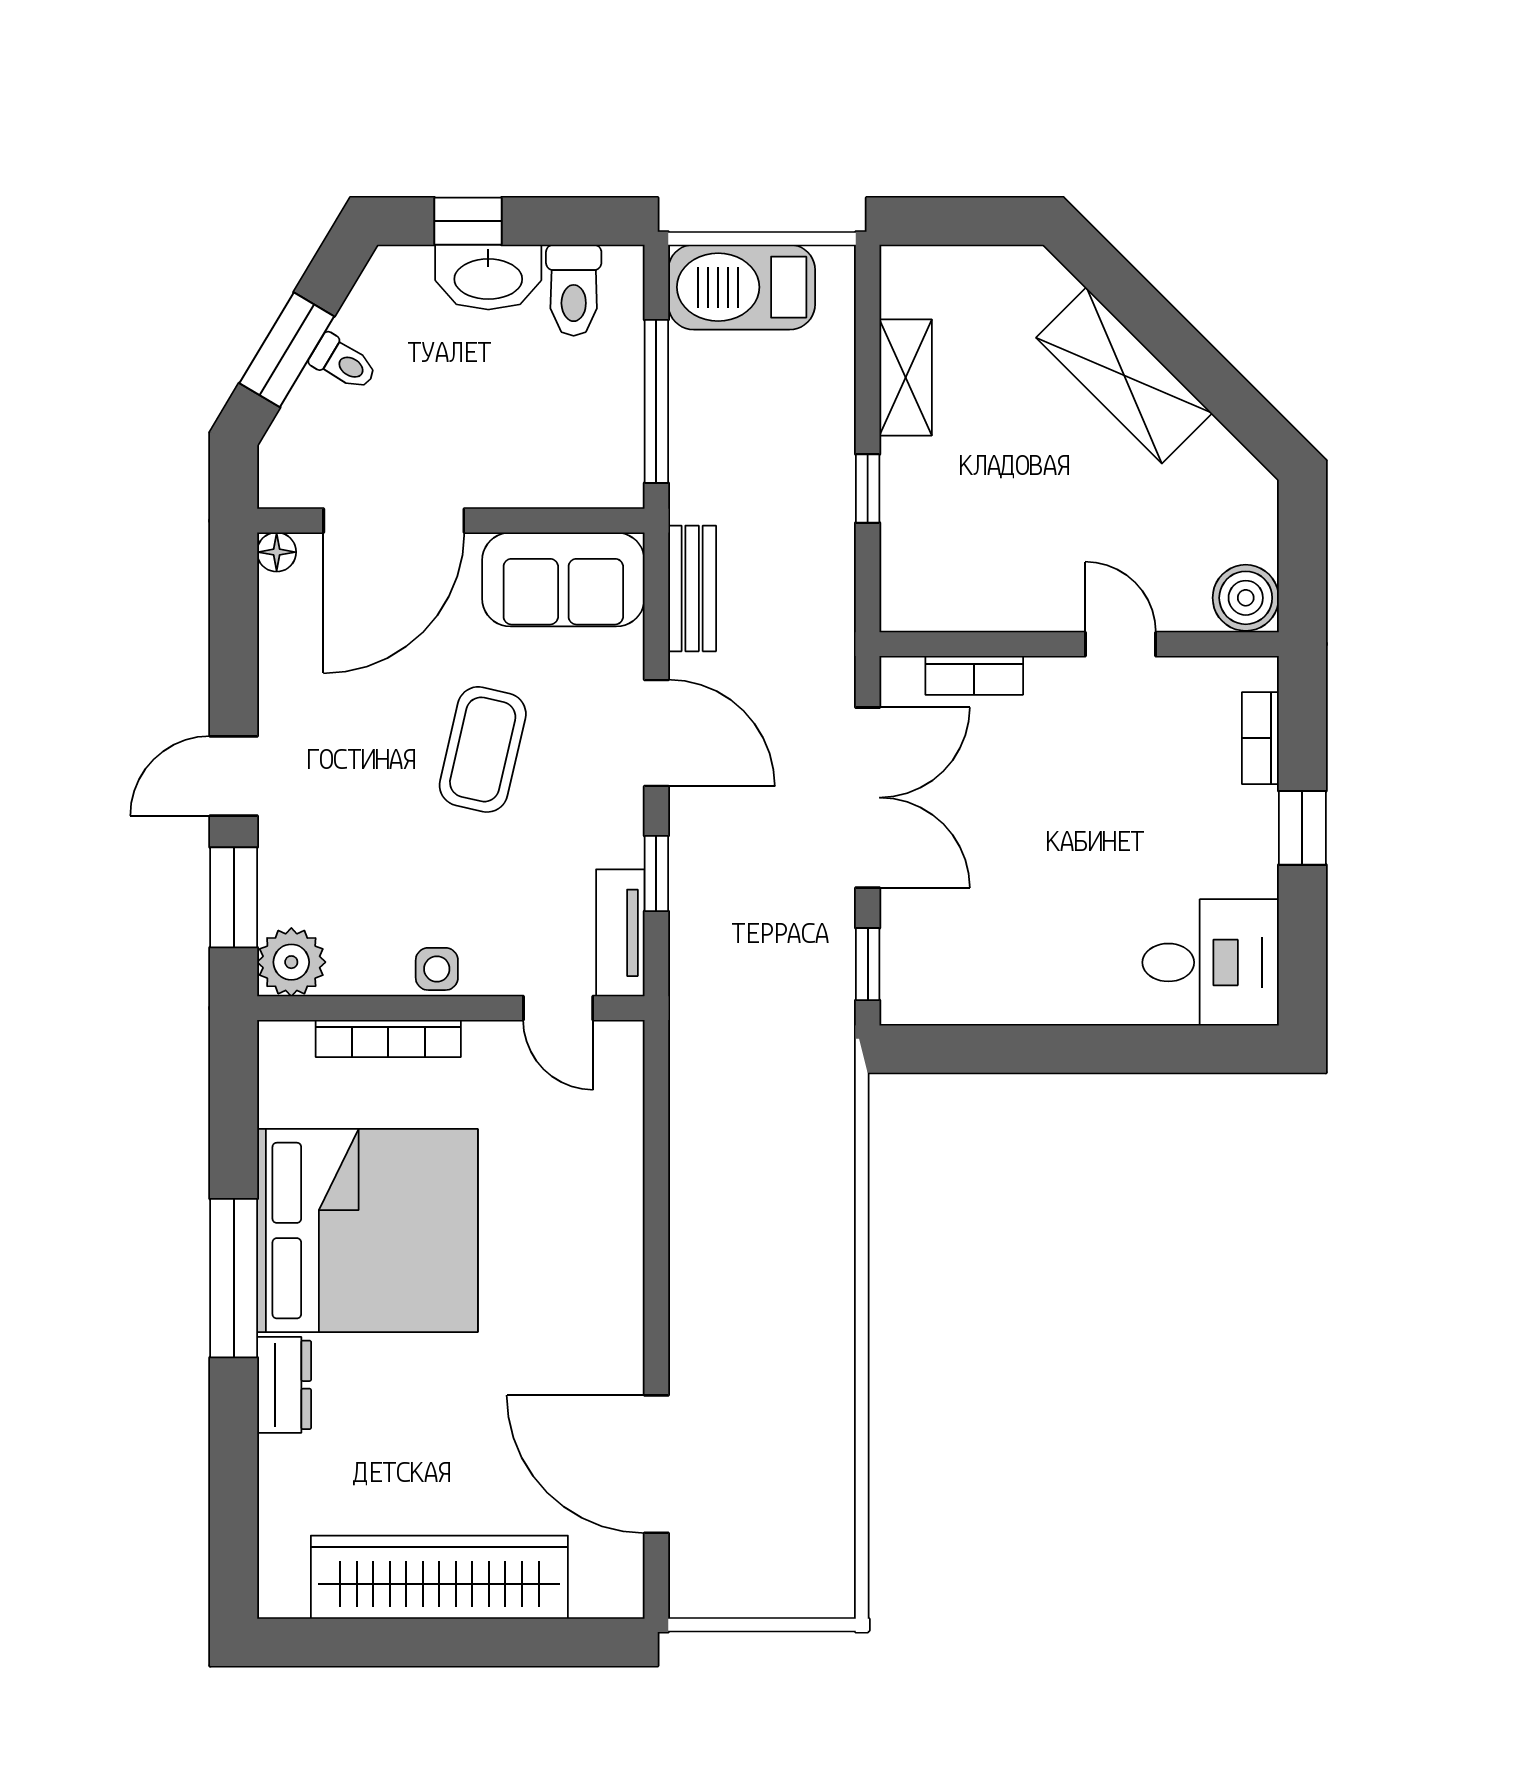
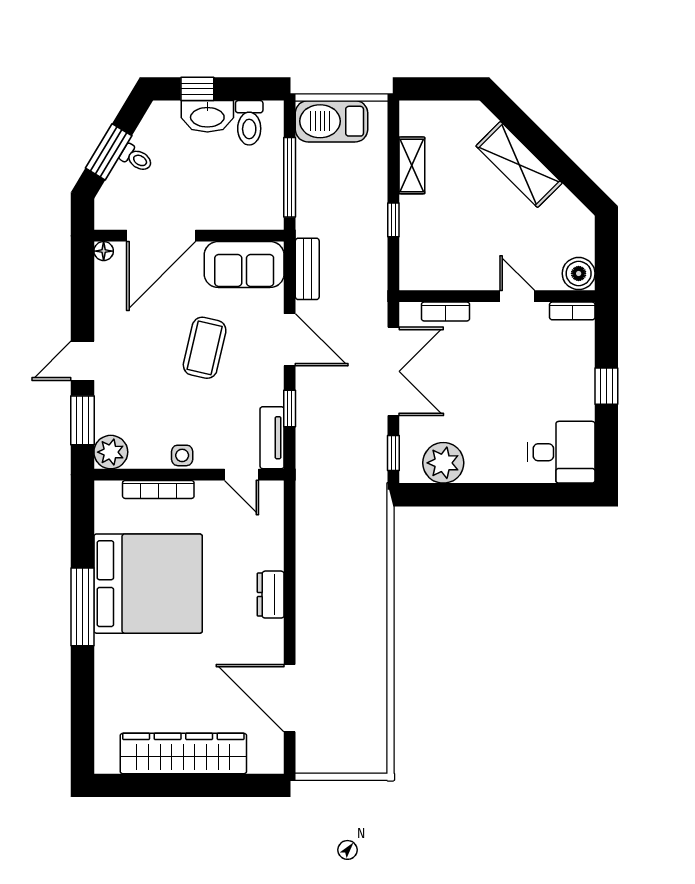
bookcase: (1260, 738) -> (572, 311), moved, turned -90
plant: (970, 984) -> (443, 463), added
dresser: (284, 1385) -> (271, 595), moved, turned 180

